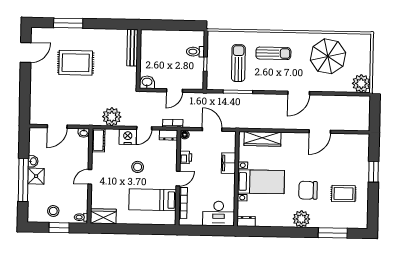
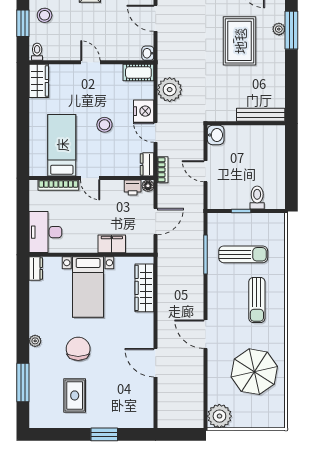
plant: (67, 33) -> (279, 29), added
printer: (186, 157) -> (133, 188), moved
plant: (301, 219) -> (35, 341), width x0.53, depth x0.53

